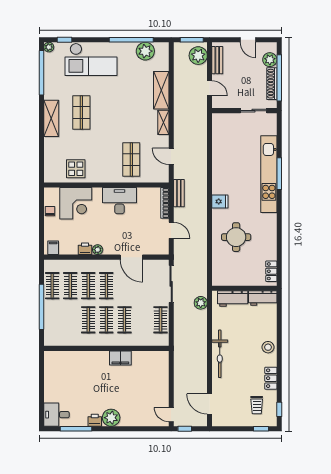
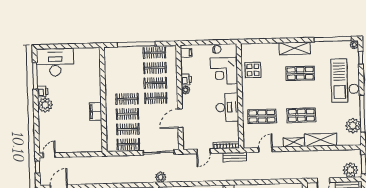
shop shelf: (131, 112) -> (301, 115), added
plant: (201, 303) -> (161, 177), moved
clothes rail: (88, 320) -> (128, 129), moved
desk: (57, 415) -> (55, 62), width x1.87, depth x1.30

